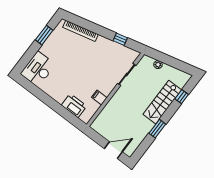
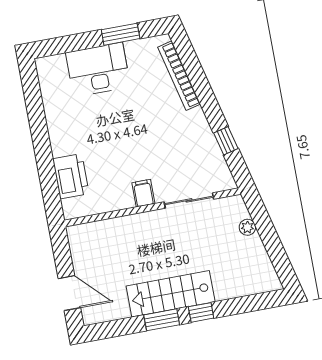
desk: (38, 69) -> (98, 70), moved
filing cabinet: (99, 97) -> (143, 193), moved
window: (182, 97) -> (201, 312), moved
stairs: (162, 102) -> (171, 294), moved

